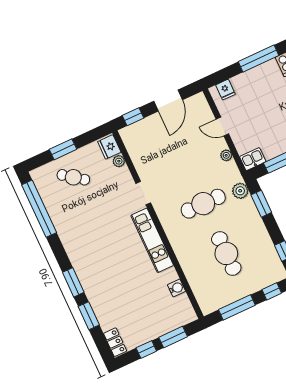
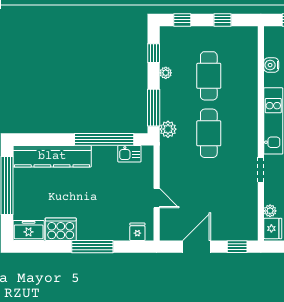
plant: (226, 155) -> (166, 73), moved
kitchen sink: (253, 159) -> (129, 154), moved
cafe table: (203, 204) -> (209, 133), turned 90
window: (261, 204) -> (154, 108), width x1.44
window: (237, 307) -> (223, 20), width x0.46

